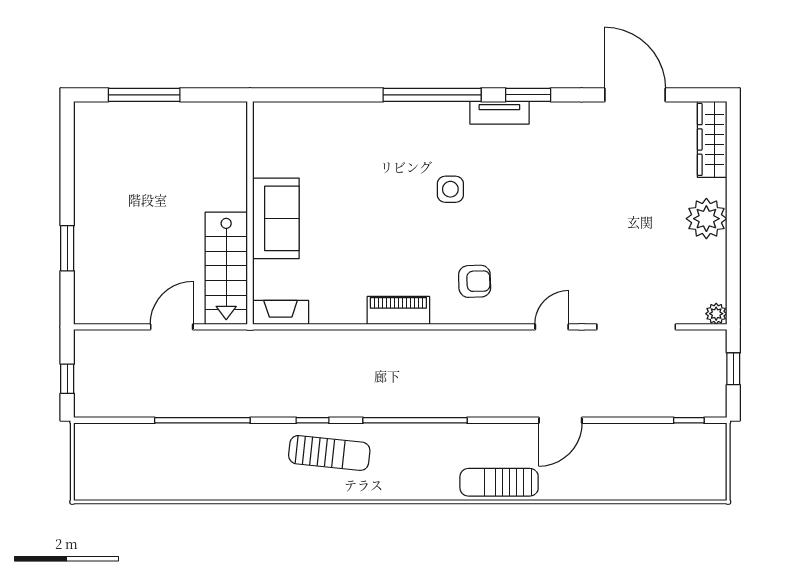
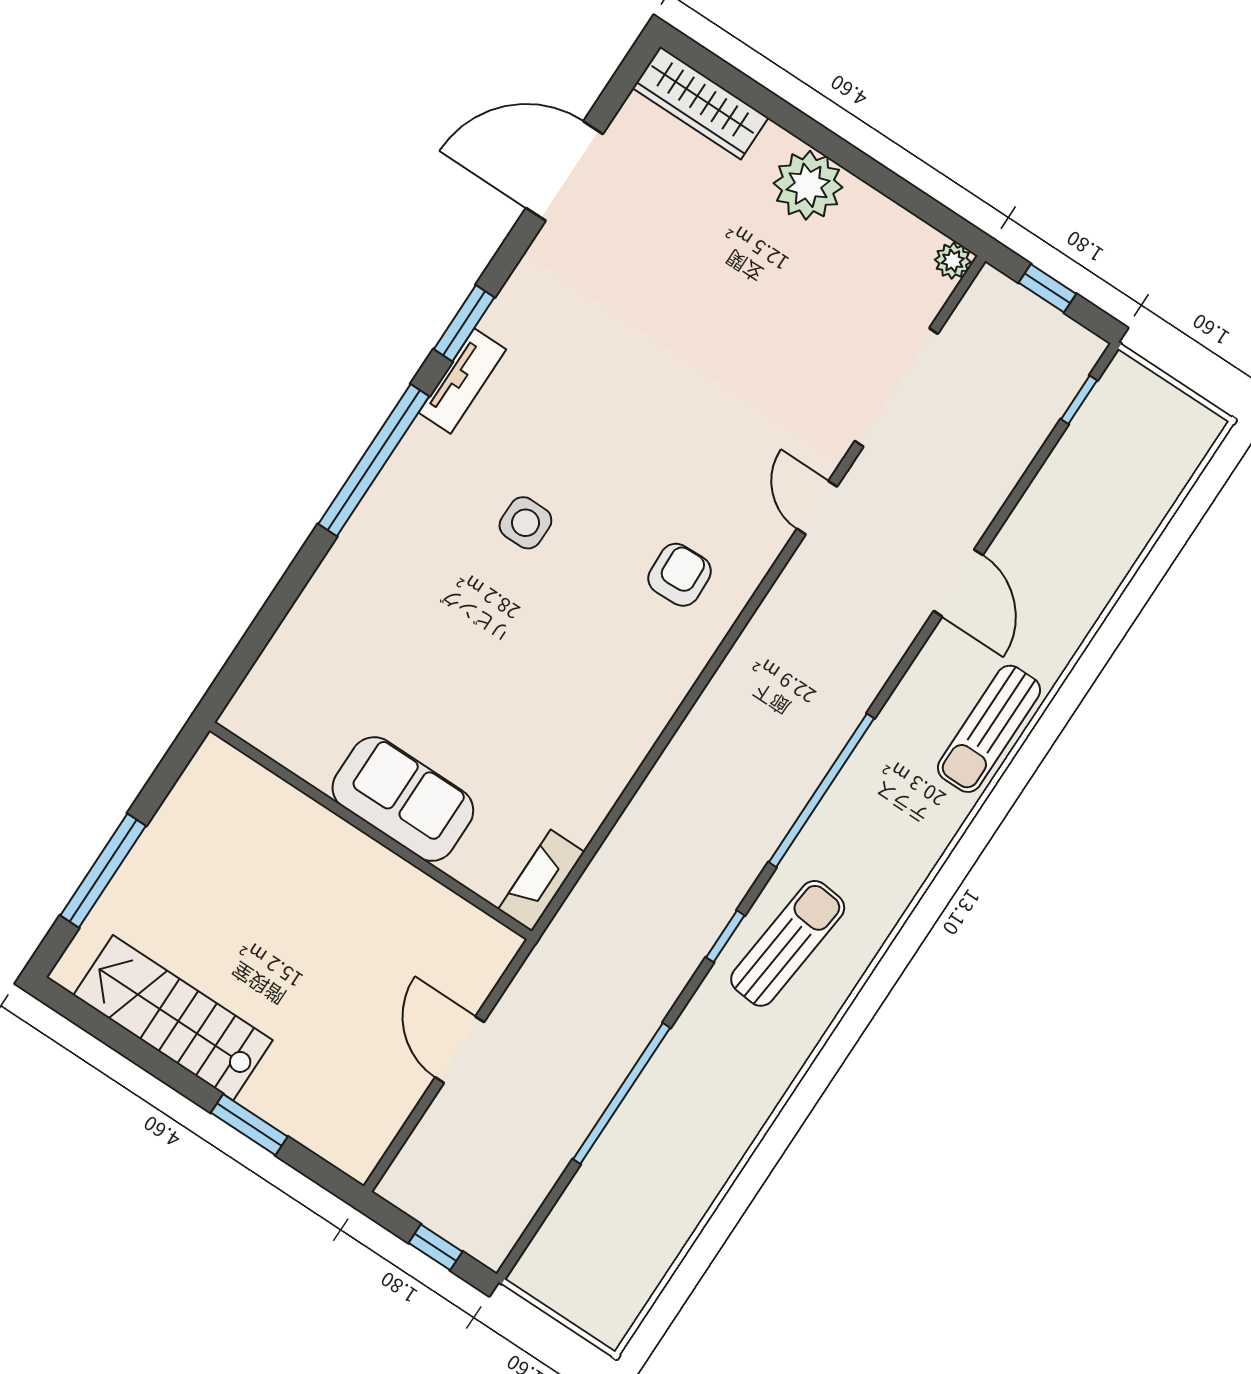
stairs: (226, 268) -> (173, 1018), moved, turned 180
piano: (398, 310) -> (649, 711), removed

